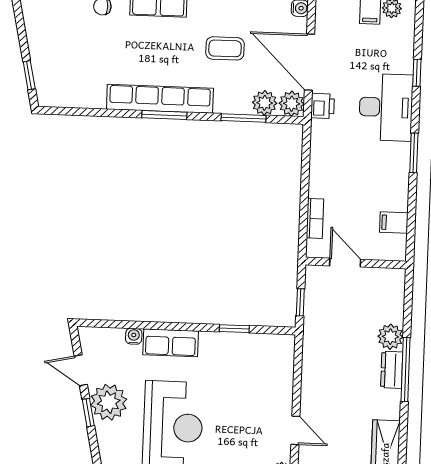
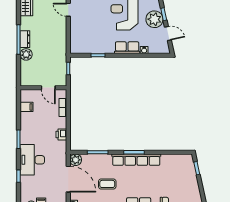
plant: (265, 103) -> (88, 160), removed
printer: (323, 106) -> (61, 135), moved

